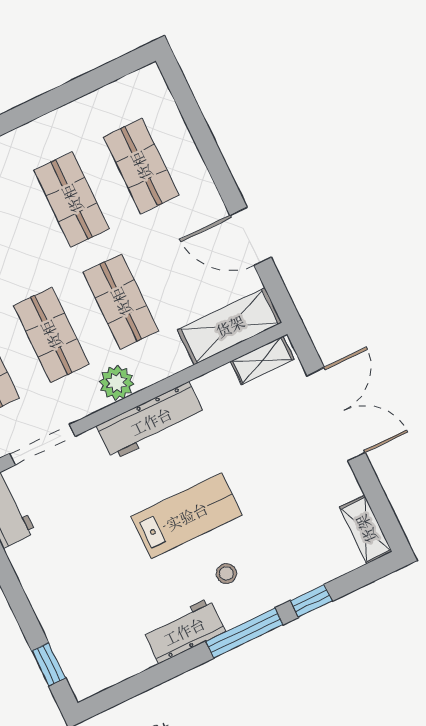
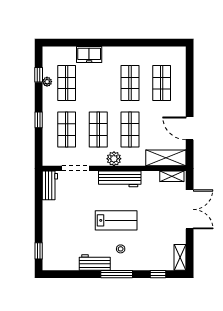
window: (311, 601) -> (158, 274), moved

